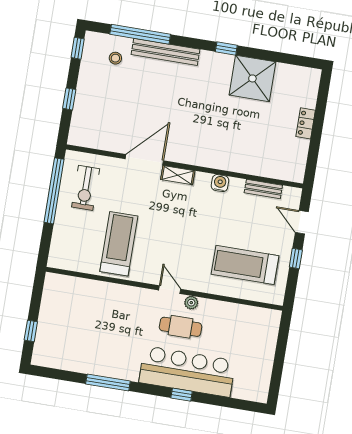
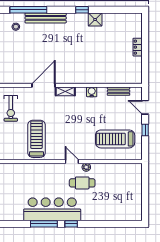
shower: (252, 78) -> (95, 19), width x0.54, depth x0.54
bar counter: (187, 372) -> (52, 209), moved
window: (182, 395) -> (71, 224), moved

